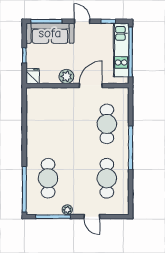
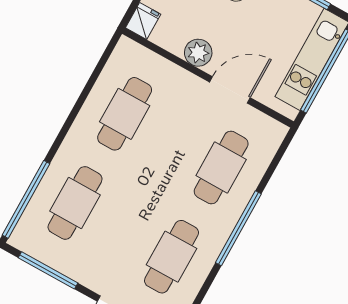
cafe table: (48, 124) -> (125, 114), added
plant: (67, 210) -> (78, 272), removed

